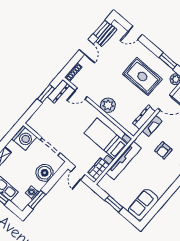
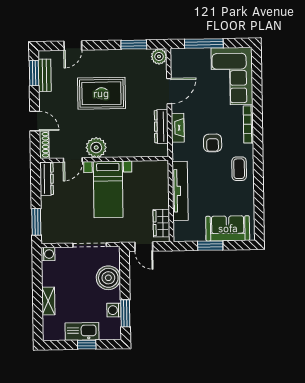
door: (86, 47) -> (35, 121), moved
rug: (142, 76) -> (101, 93), moved
window: (46, 94) -> (36, 222), moved
plant: (108, 105) -> (96, 148), moved
washing machine: (24, 138) -> (48, 254), width x0.53, depth x0.53
bed with nightstands: (106, 139) -> (108, 189), moved, turned -90
coffee table: (165, 177) -> (239, 169), added
sofa: (143, 205) -> (228, 228), moved, turned 90

